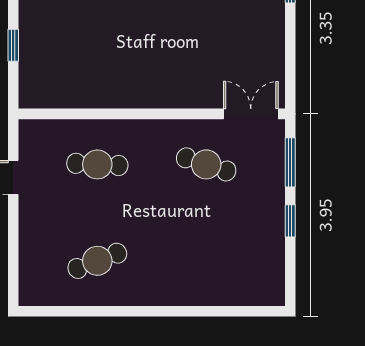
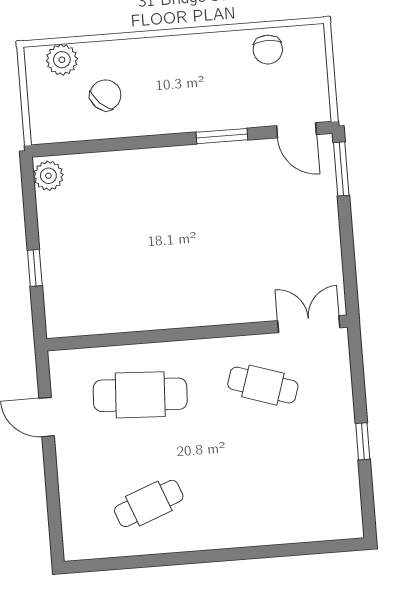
window: (290, 162) -> (358, 375), removed
cafe table: (97, 164) -> (140, 395), width x1.37, depth x1.35

